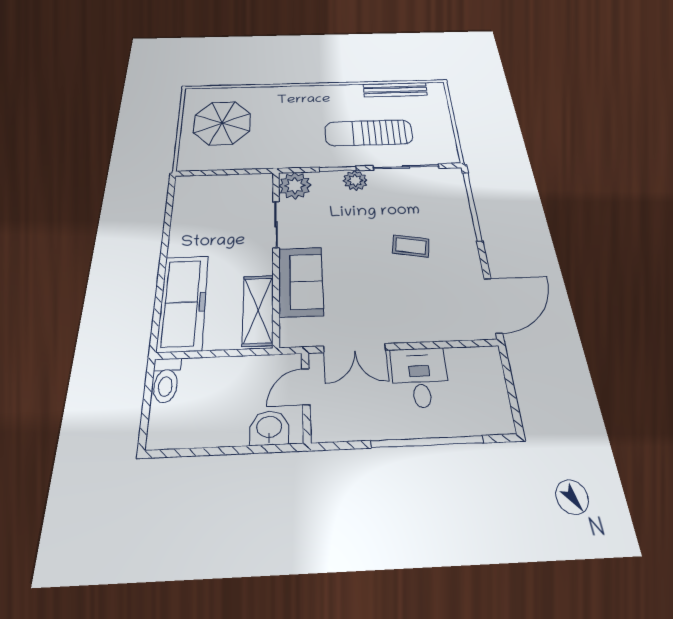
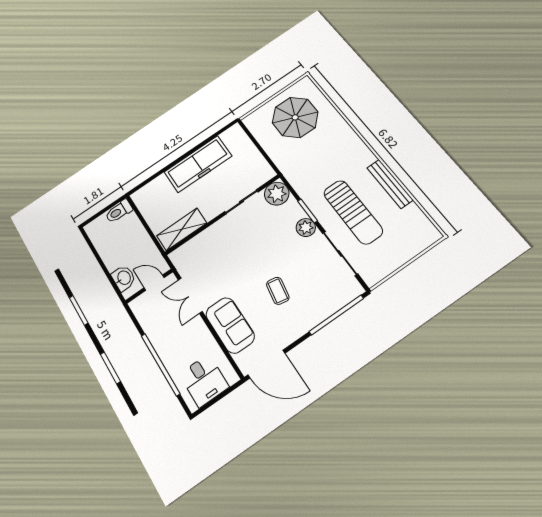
bench: (395, 90) -> (390, 184), moved
sun lounger: (369, 133) -> (353, 212), turned 180
sofa: (301, 281) -> (230, 325), moved, turned -90
freezer: (183, 302) -> (198, 164), moved
desk: (420, 377) -> (204, 381), moved, turned 90

